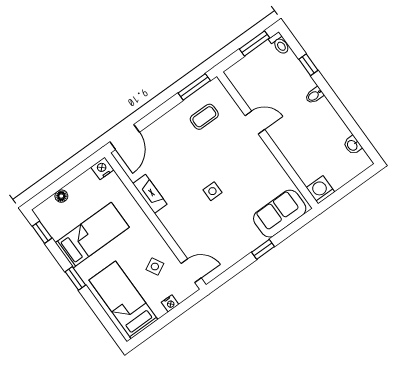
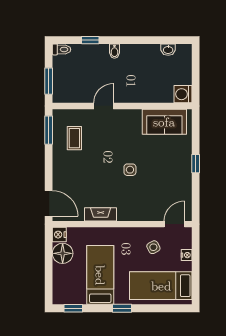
window: (254, 43) -> (49, 81), moved
floor lamp: (61, 196) -> (63, 253), moved, width x1.89, depth x1.89
sofa: (280, 214) -> (164, 122), moved, turned -90

